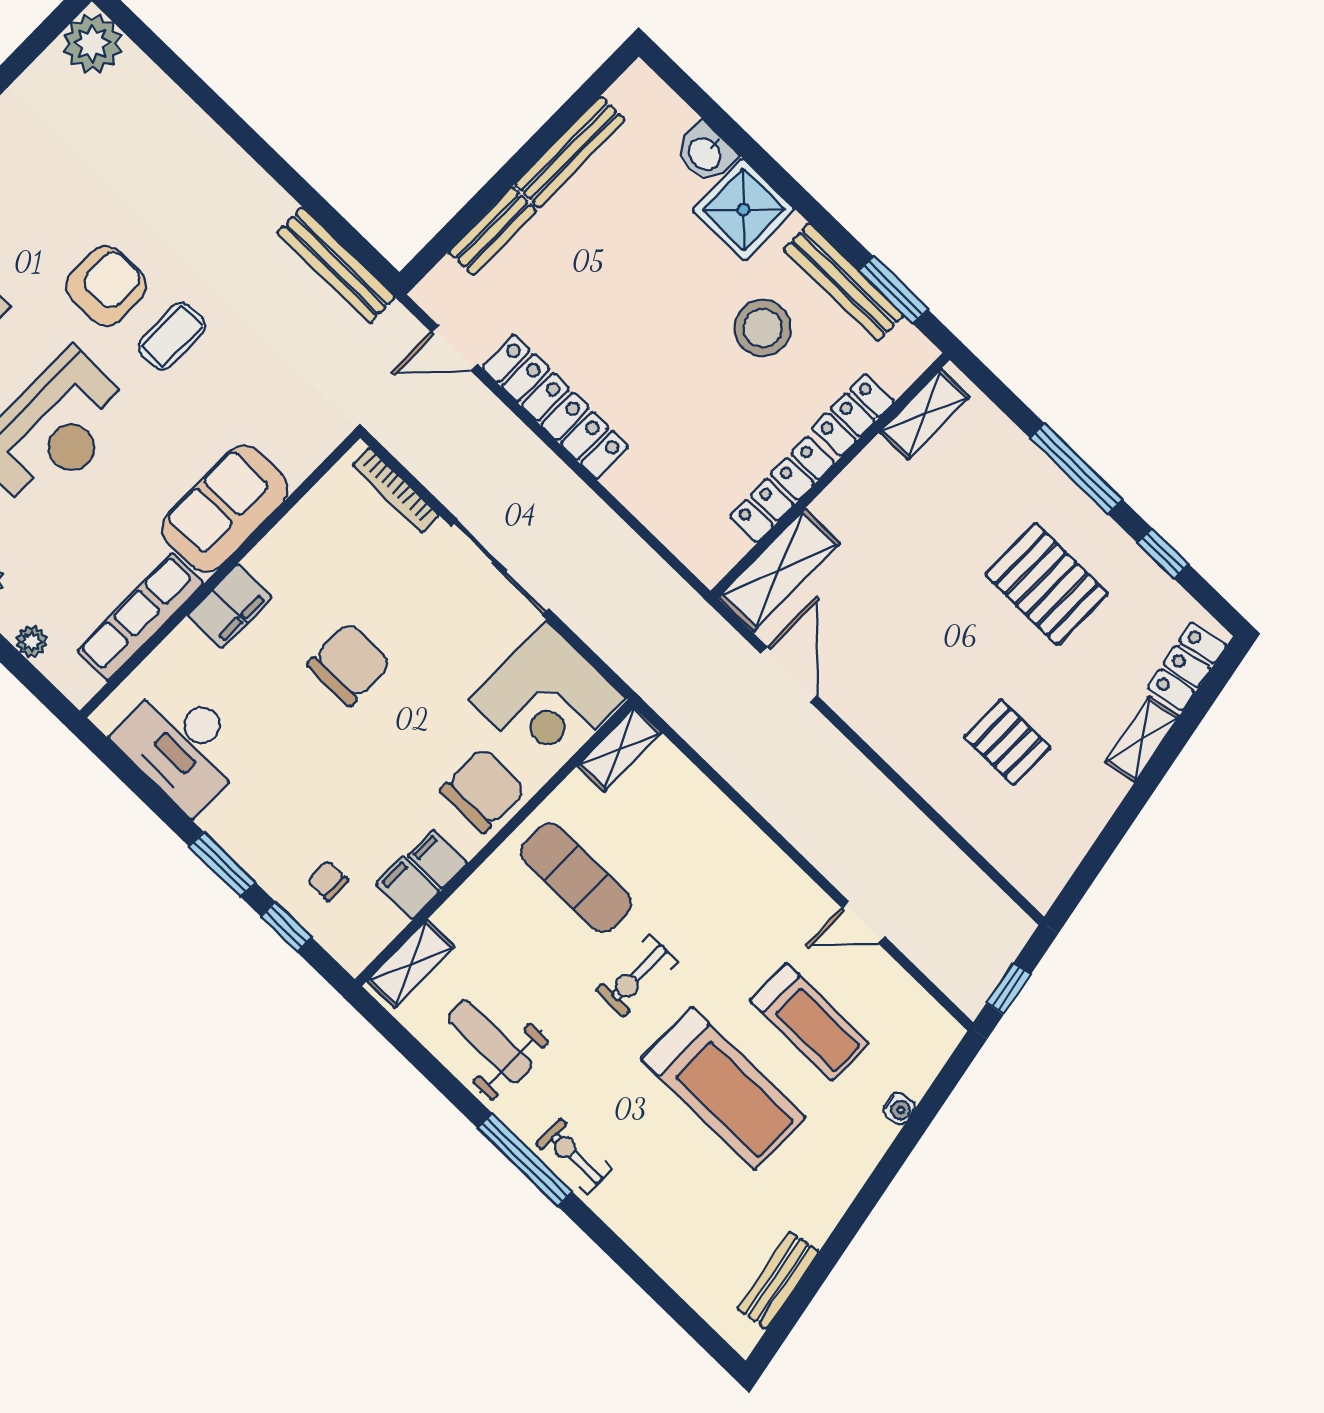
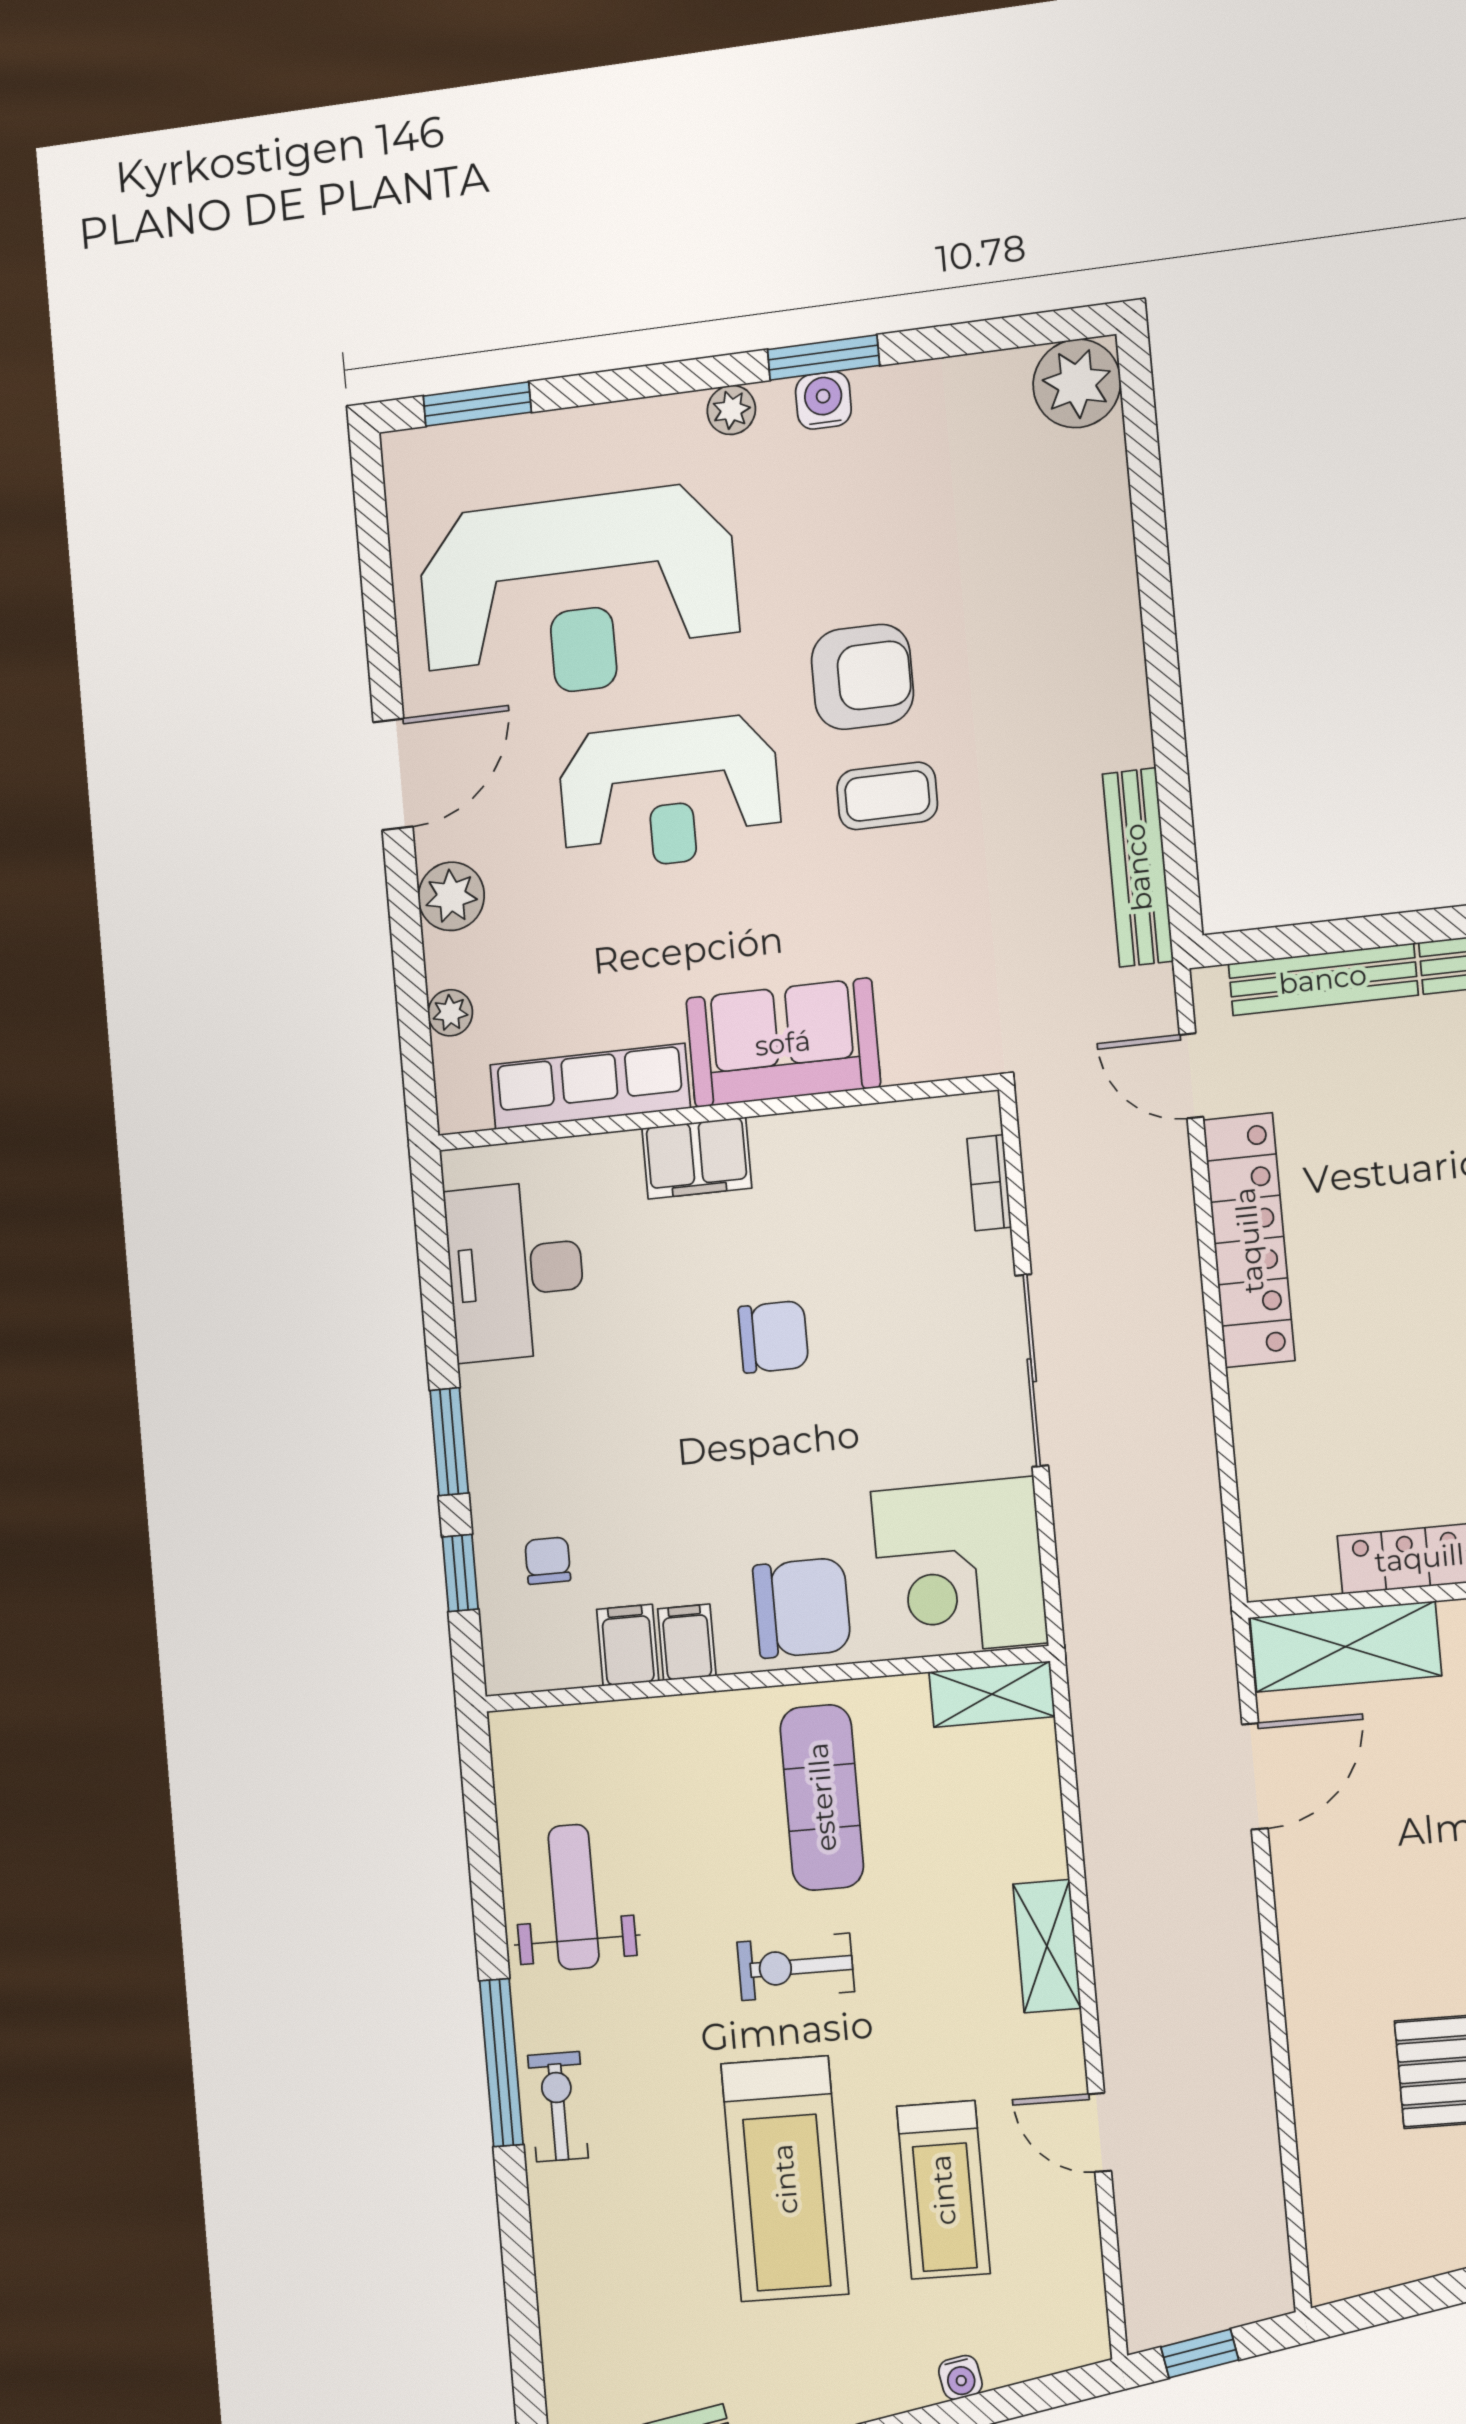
bench: (493, 231) -> (1323, 979), width x1.36
bookcase: (396, 490) -> (989, 1183), width x0.64
chair: (349, 664) -> (773, 1337), width x0.73, depth x0.73
shelving: (411, 964) -> (1047, 1946), moved, turned 90

